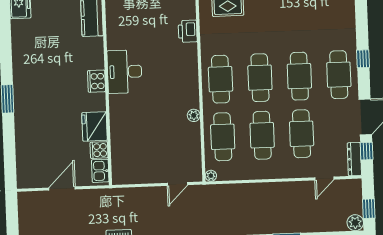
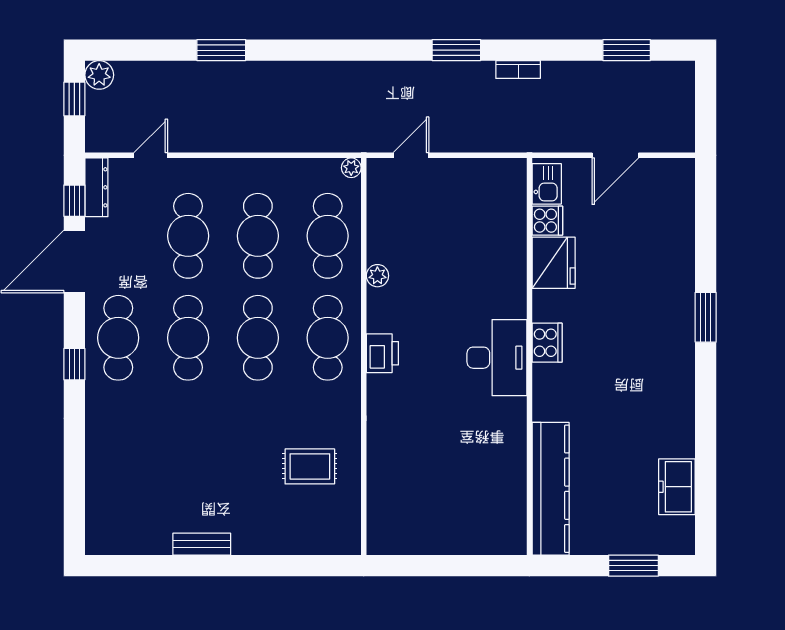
printer: (188, 31) -> (382, 353), moved

